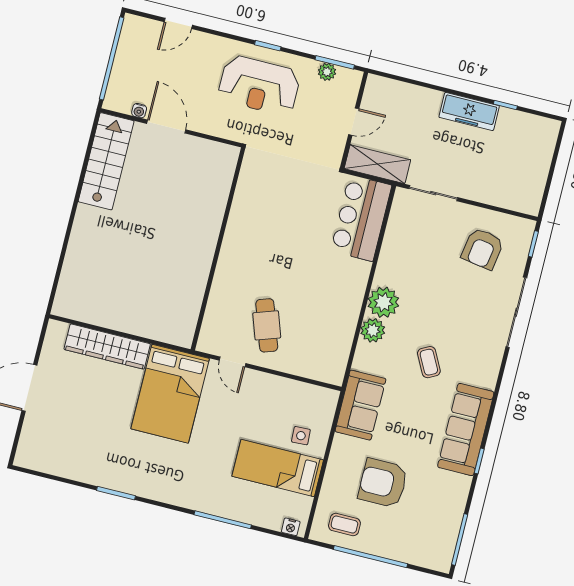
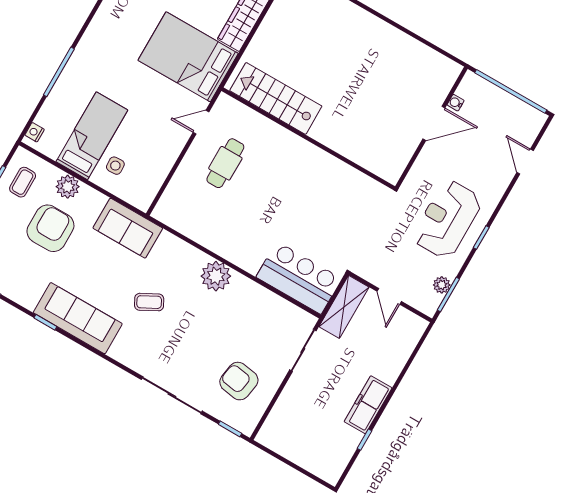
stairs: (106, 161) -> (276, 98), moved, turned 180
cafe table: (267, 325) -> (225, 163), turned -71
plant: (373, 330) -> (68, 187), moved

